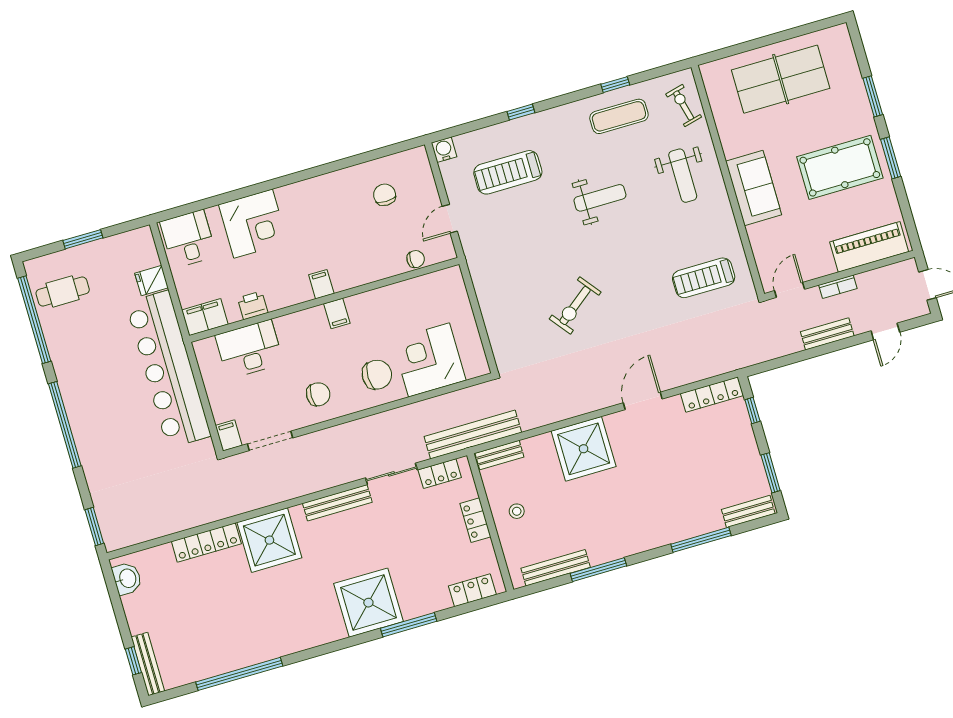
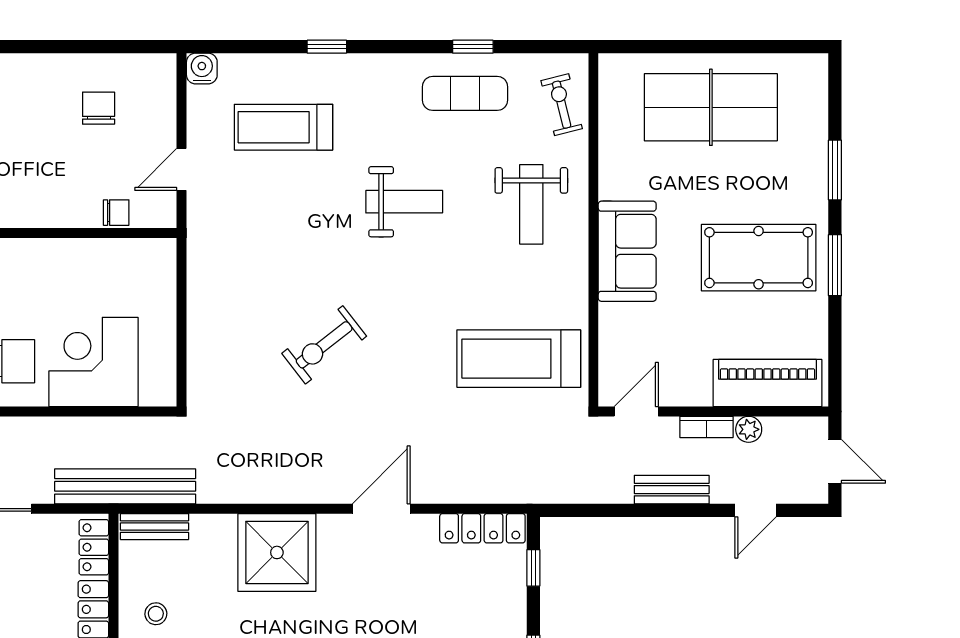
treadmill: (704, 278) -> (519, 359), width x1.37, depth x1.38
plant: (866, 280) -> (749, 429), added
locker: (440, 474) -> (94, 547), moved, turned 90

